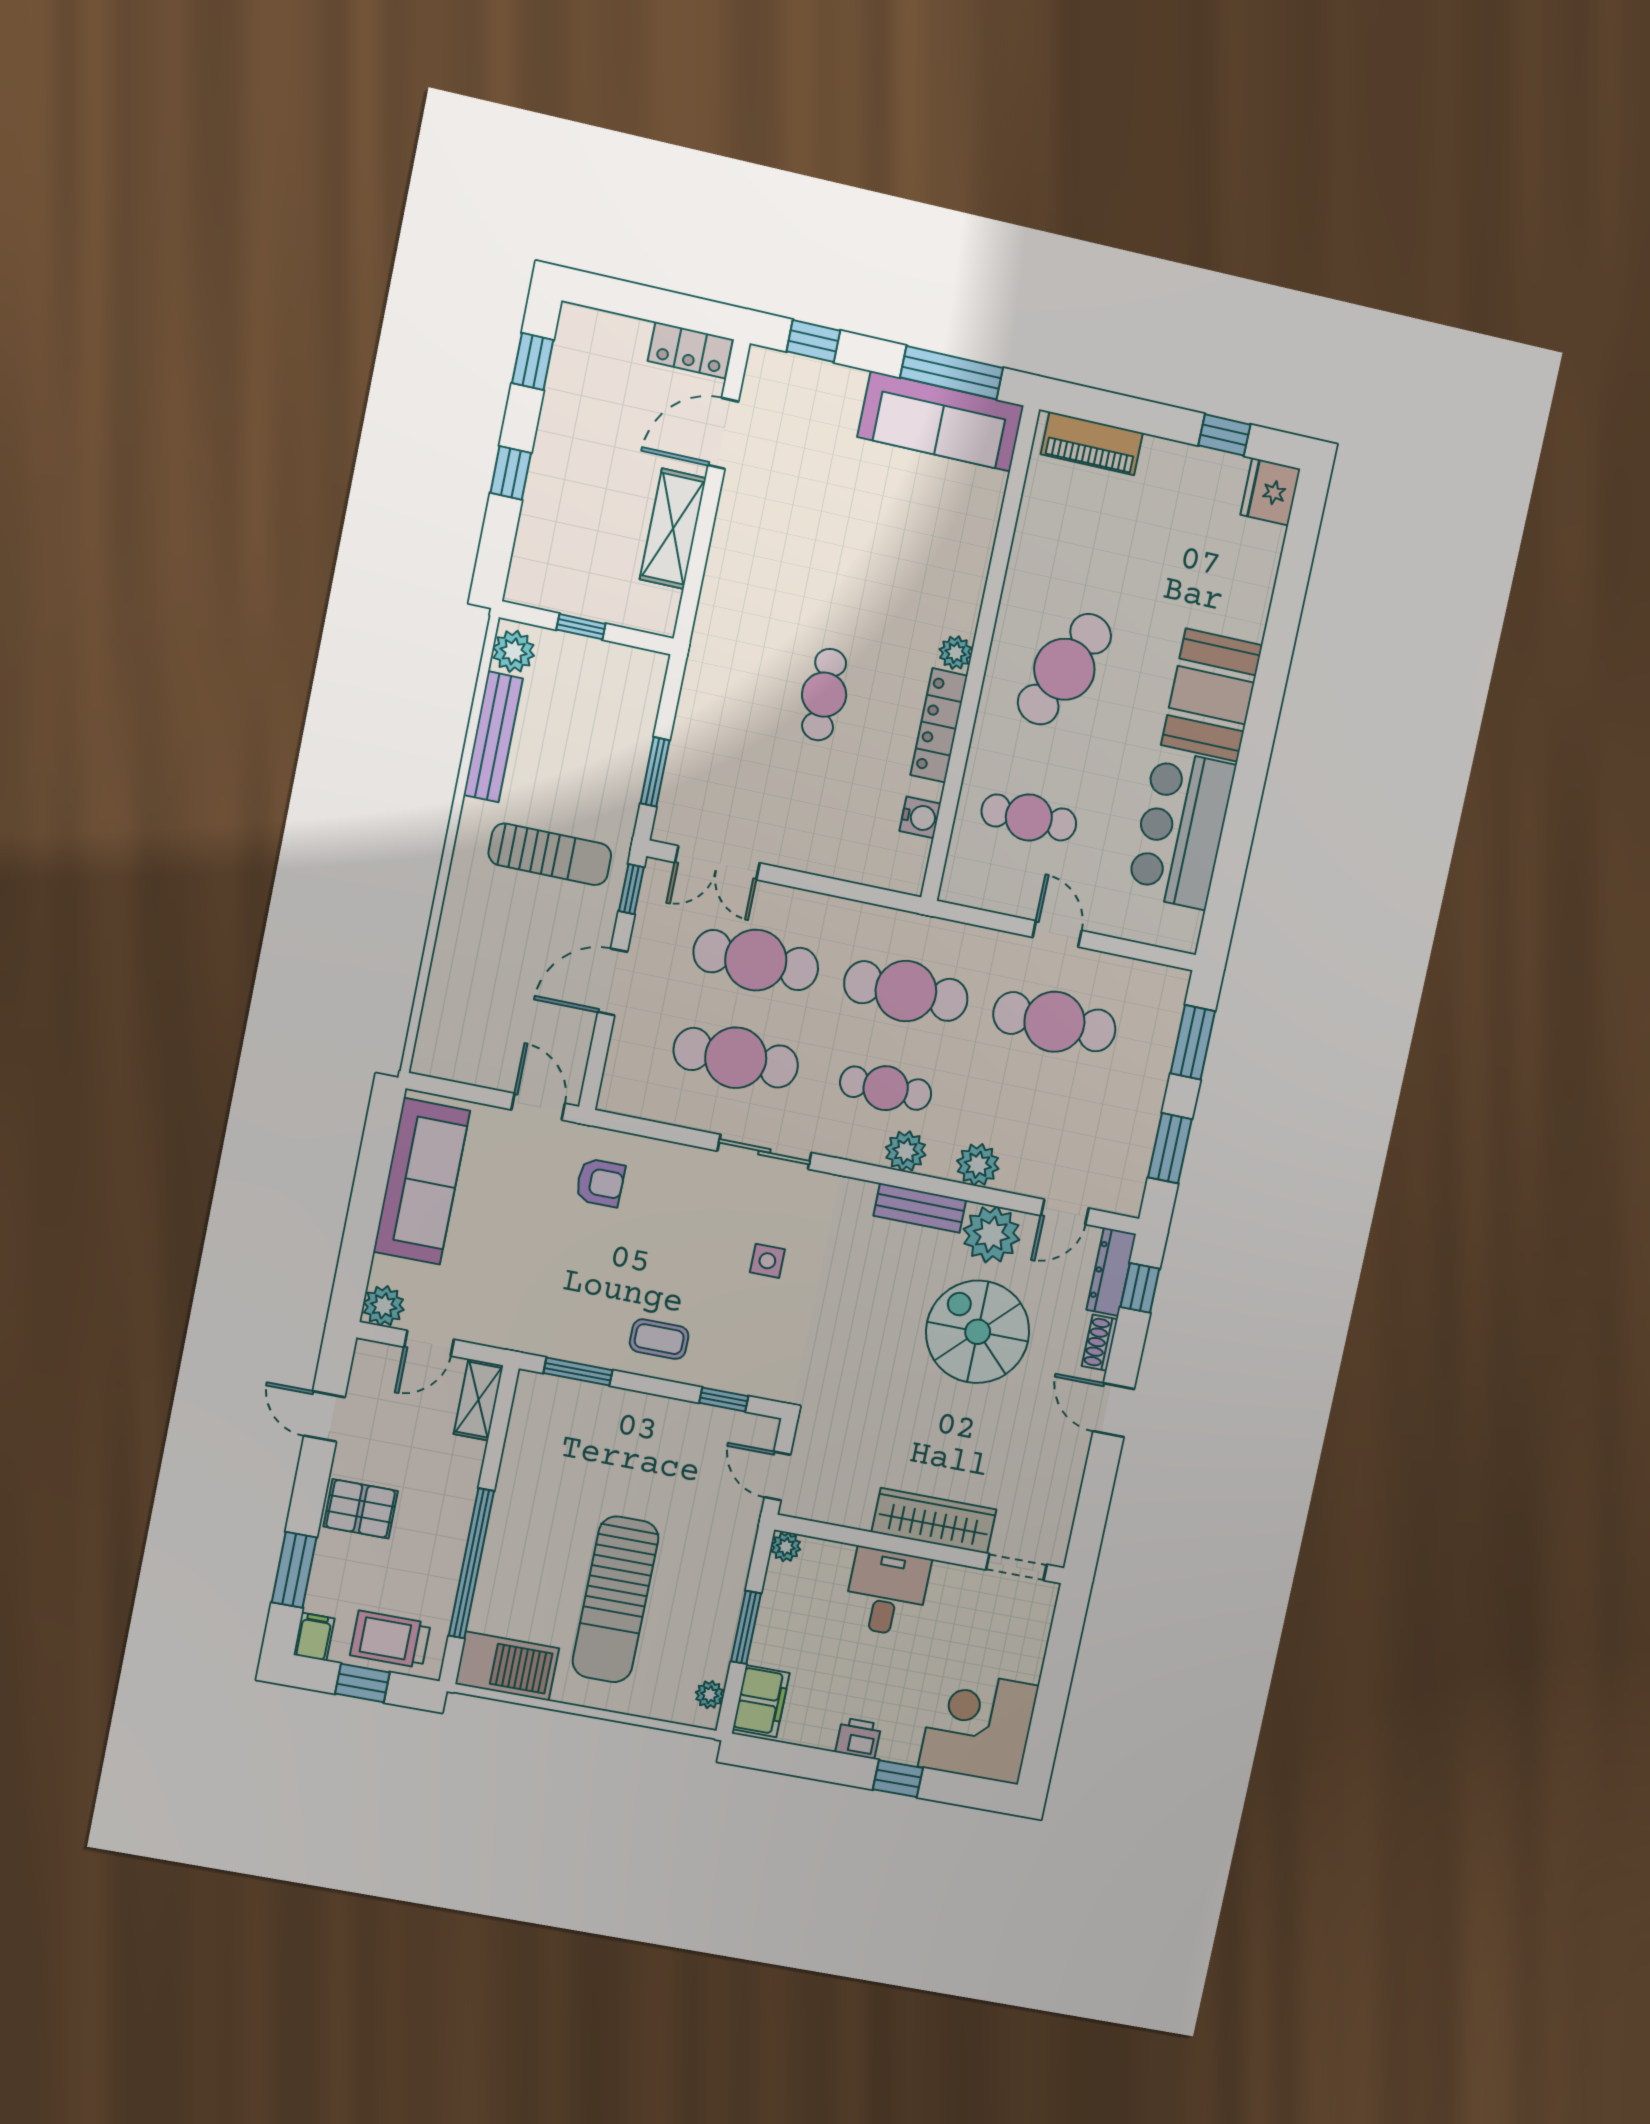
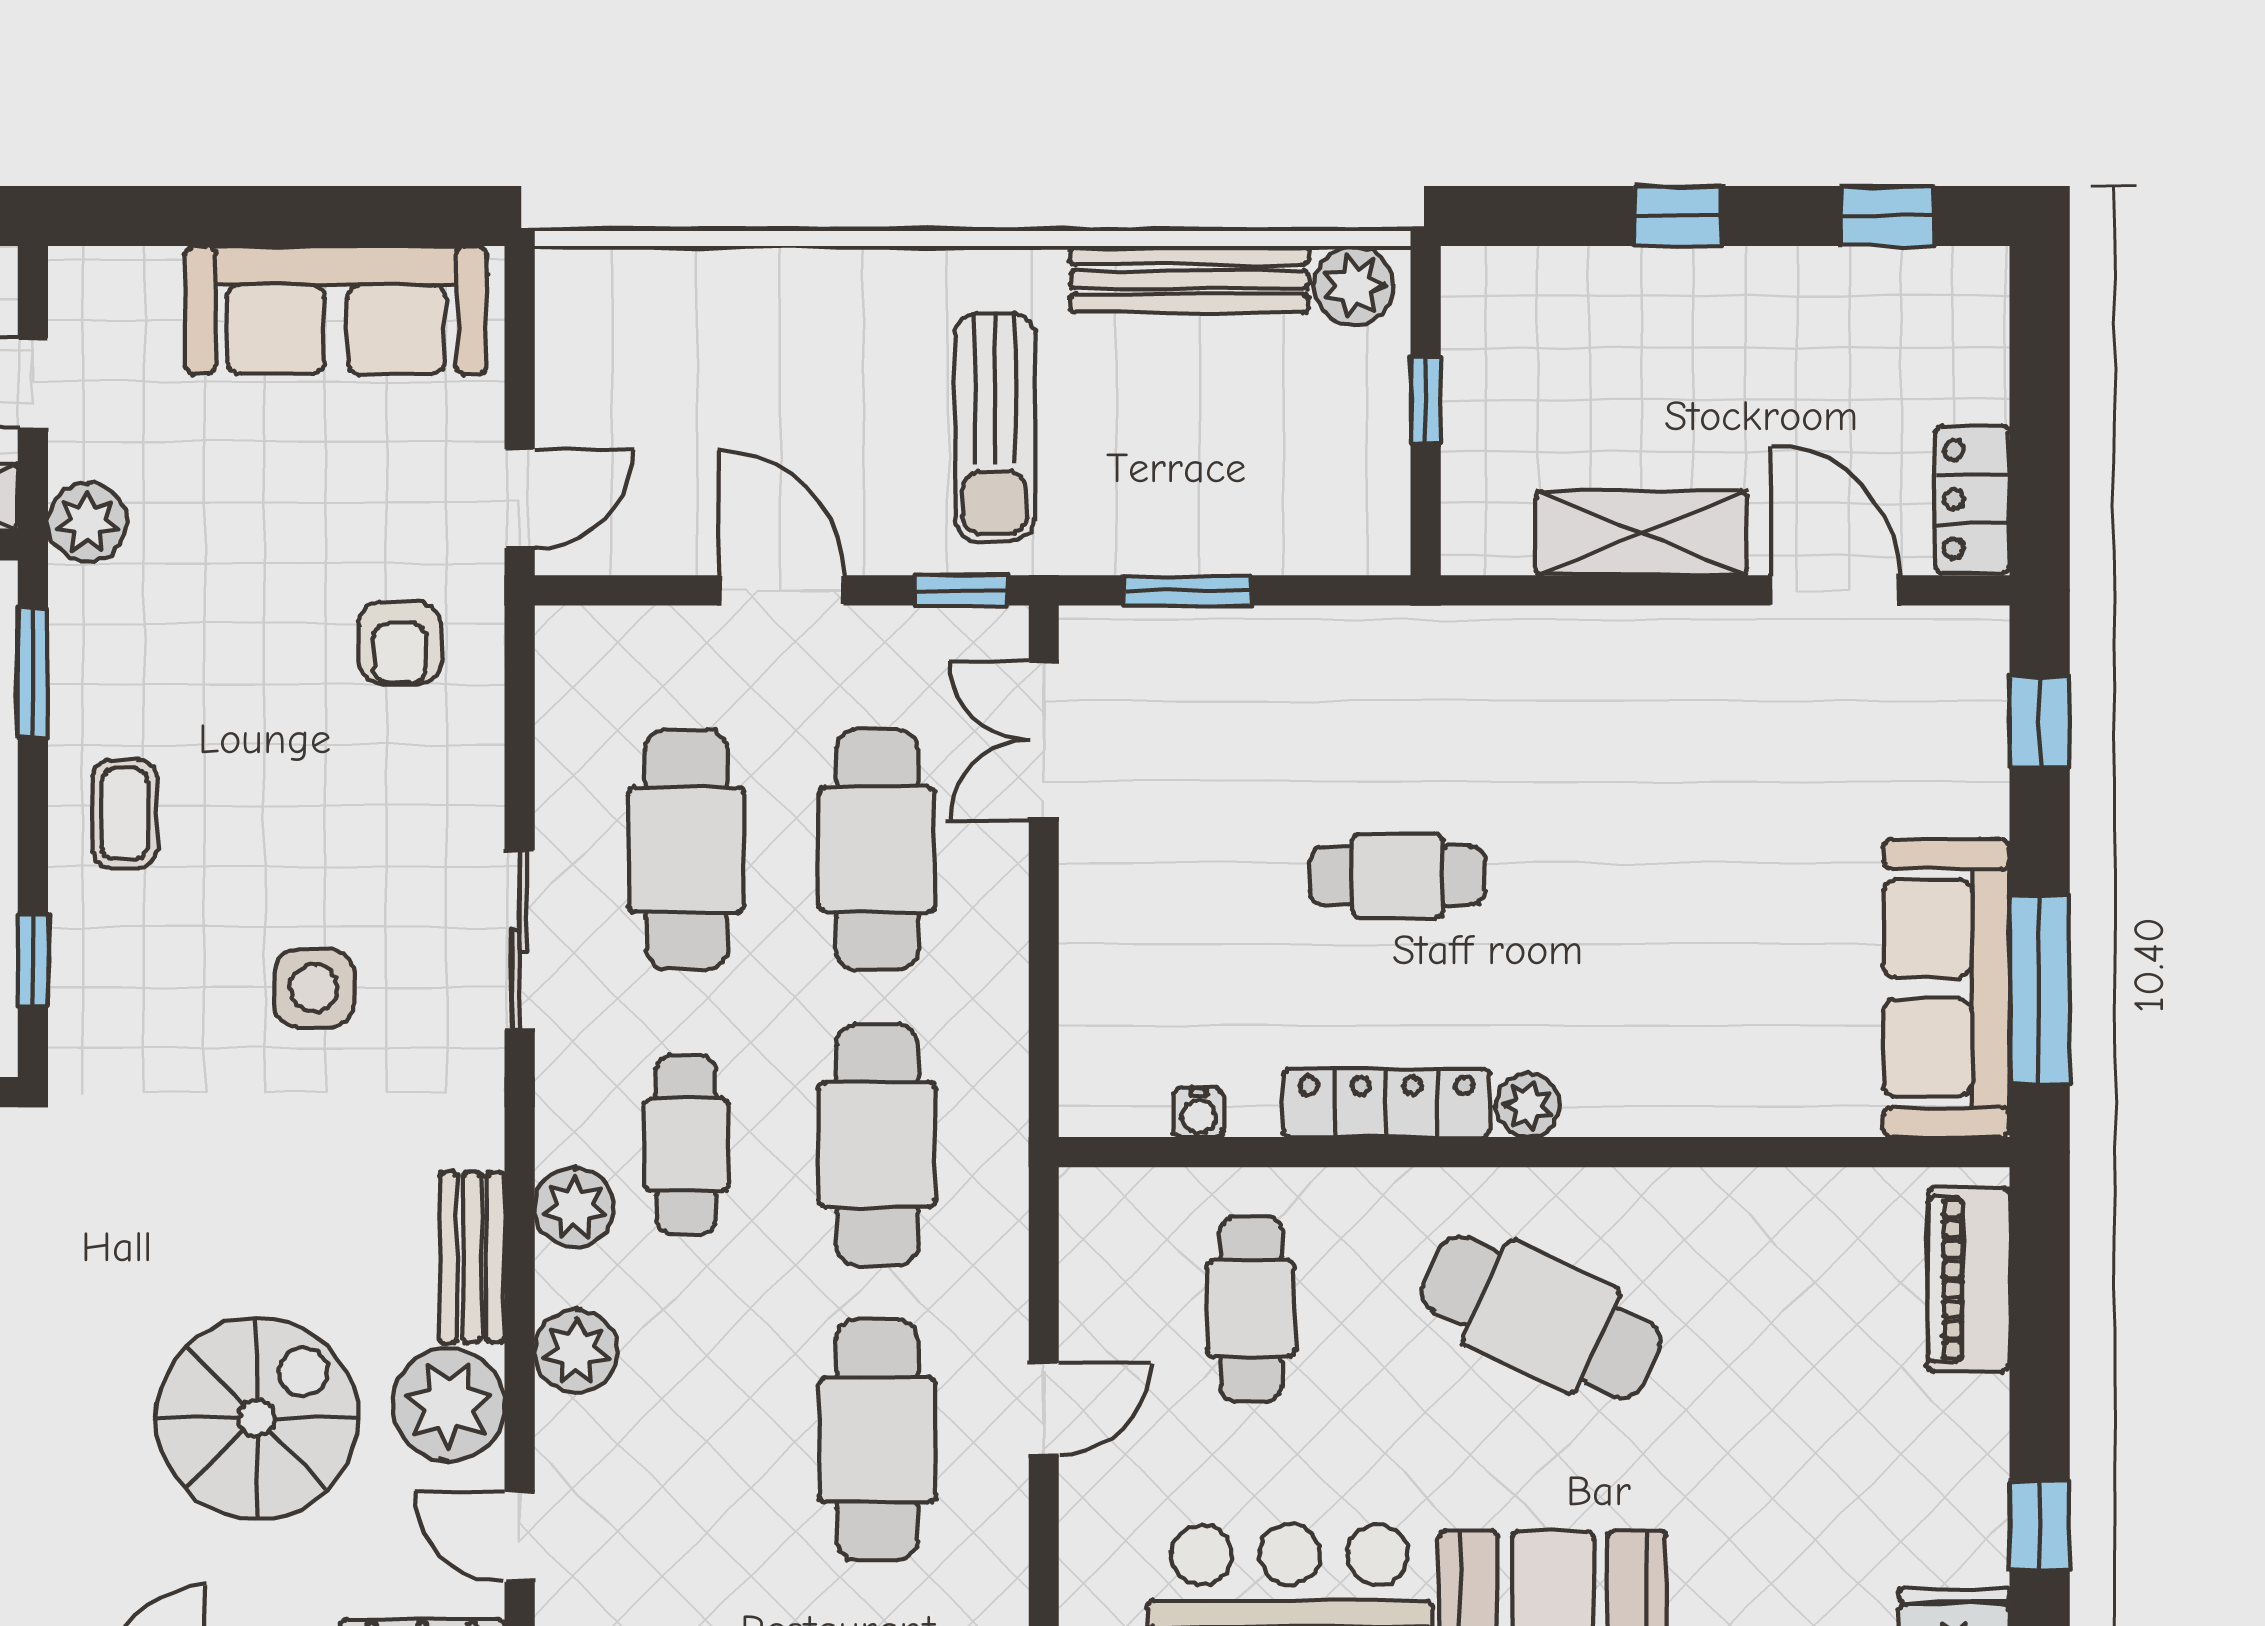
water cooler: (920, 817) -> (1199, 1113), width x0.72, depth x0.72
side table: (767, 1261) -> (314, 988), width x1.37, depth x1.37
plant: (384, 1306) -> (87, 522), moved

